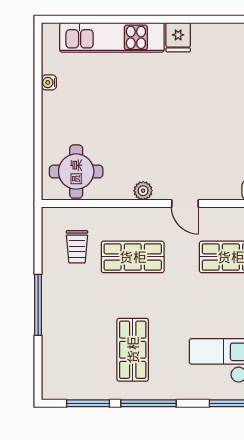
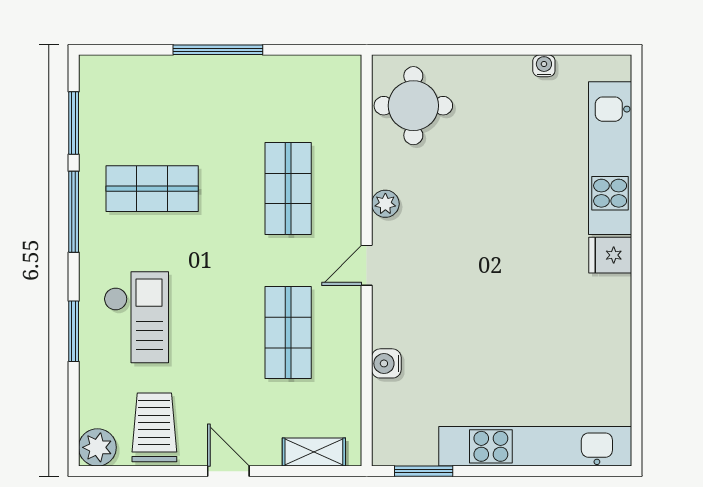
trolley: (77, 247) -> (303, 107), removed

